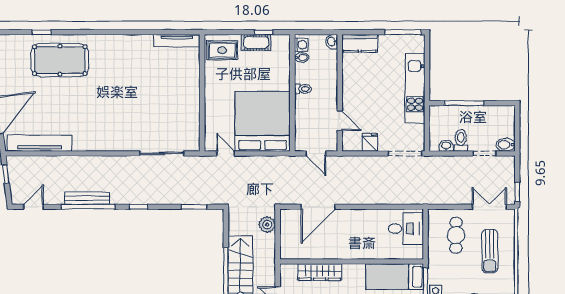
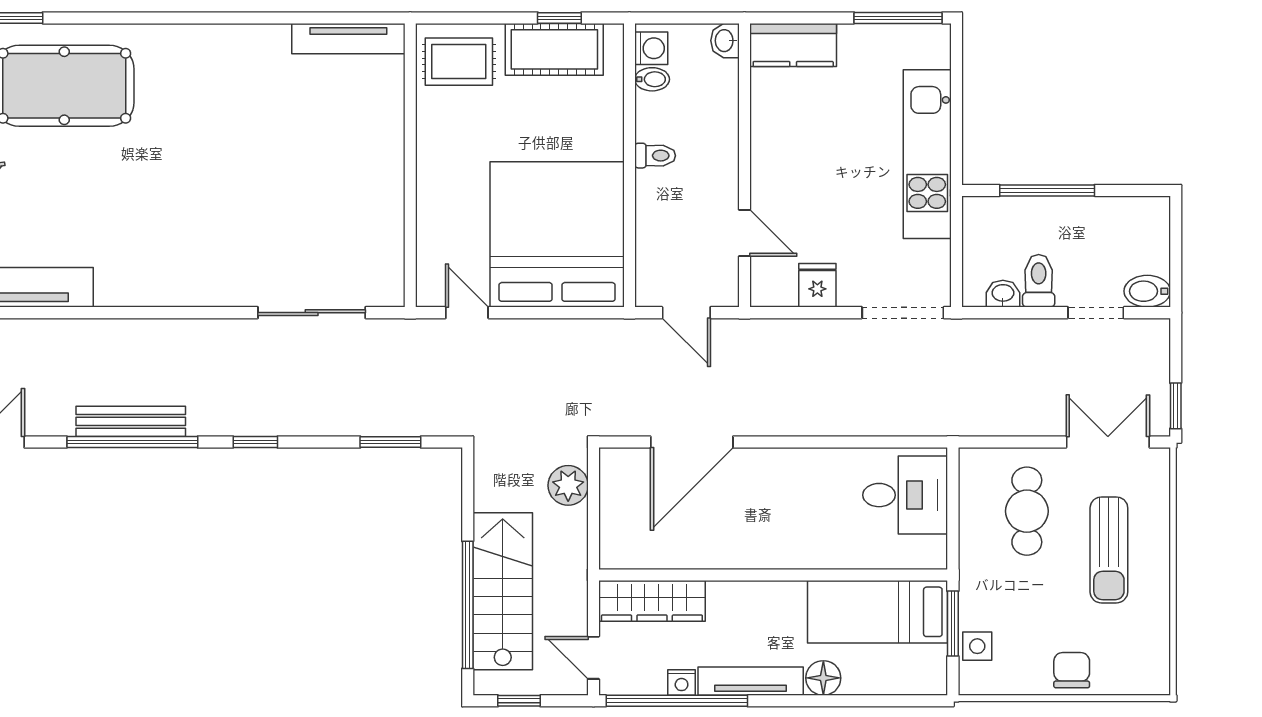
cot: (256, 42) -> (554, 49), width x1.37, depth x1.34
wardrobe: (320, 272) -> (652, 601), moved

